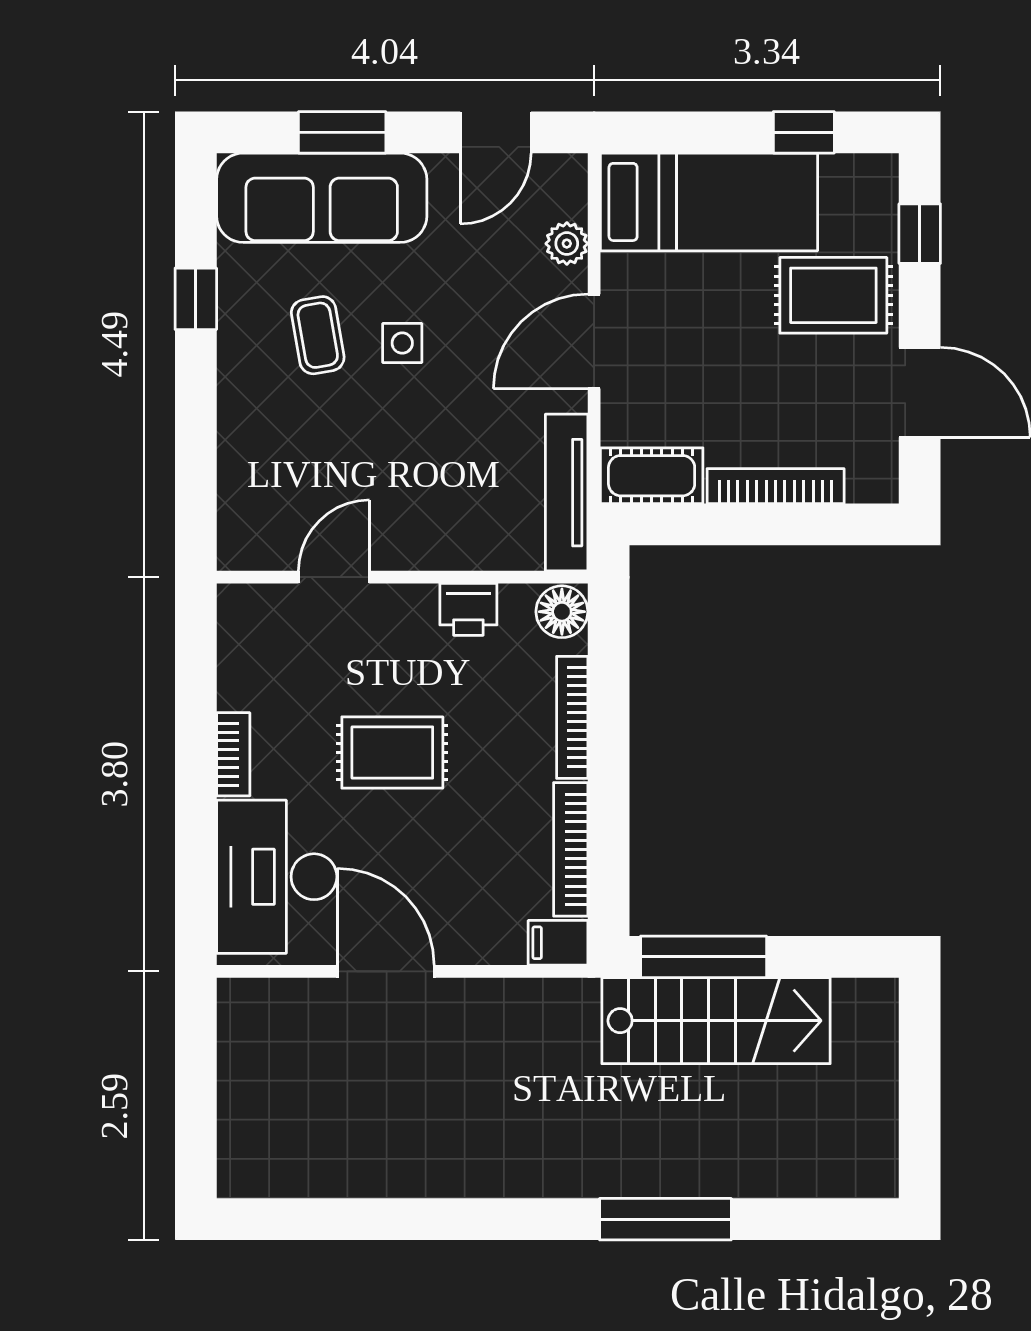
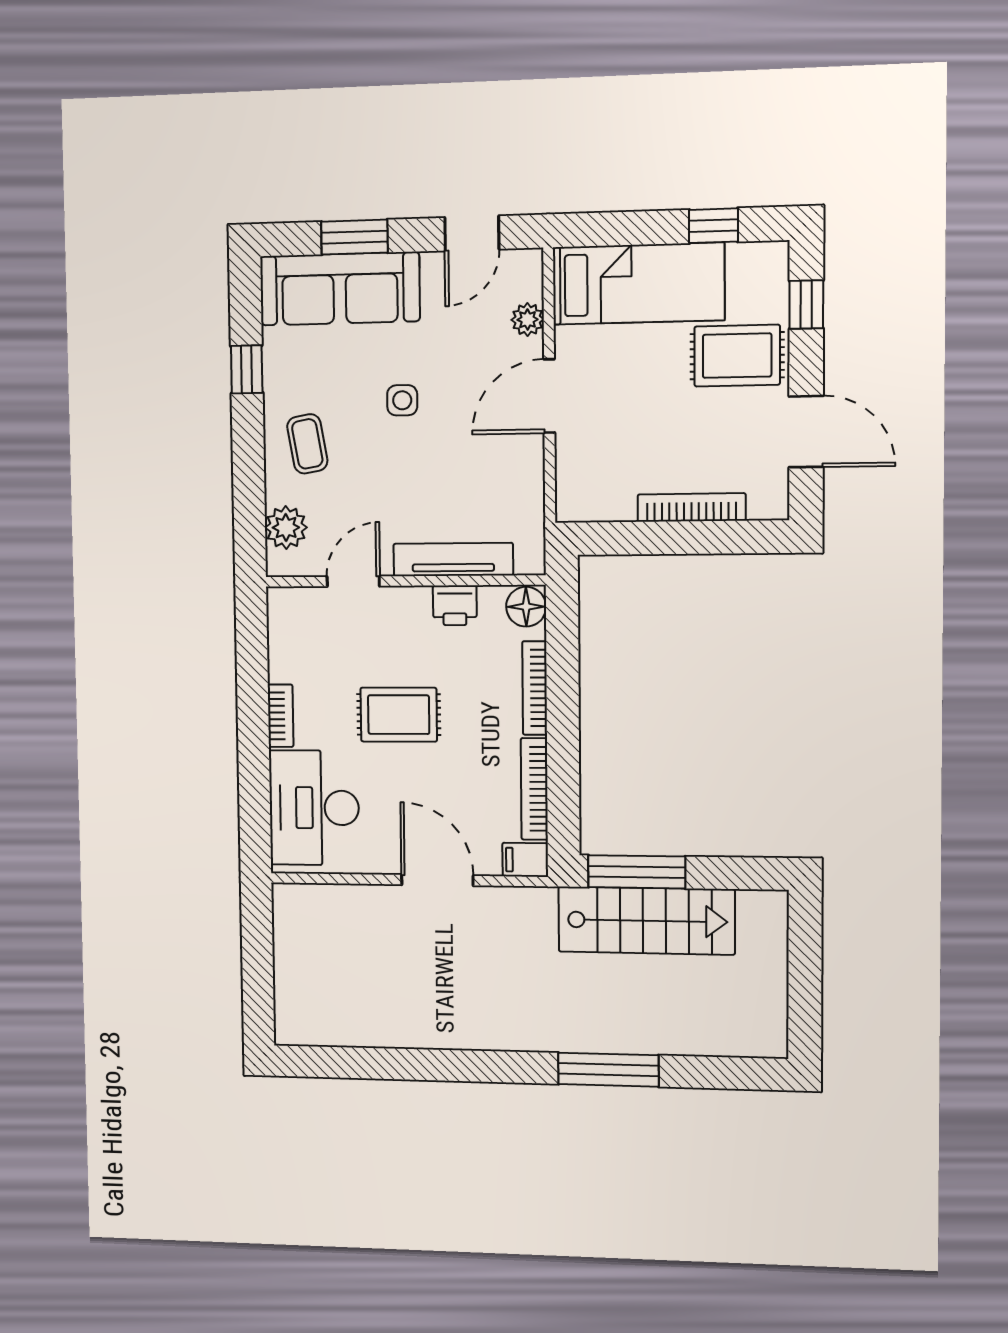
coffee table: (318, 335) -> (307, 444), moved
cot: (652, 476) -> (595, 500), removed
tv unit: (567, 493) -> (453, 559), moved, turned 90
plant: (245, 506) -> (286, 528), added
door: (386, 971) -> (437, 880), moved

